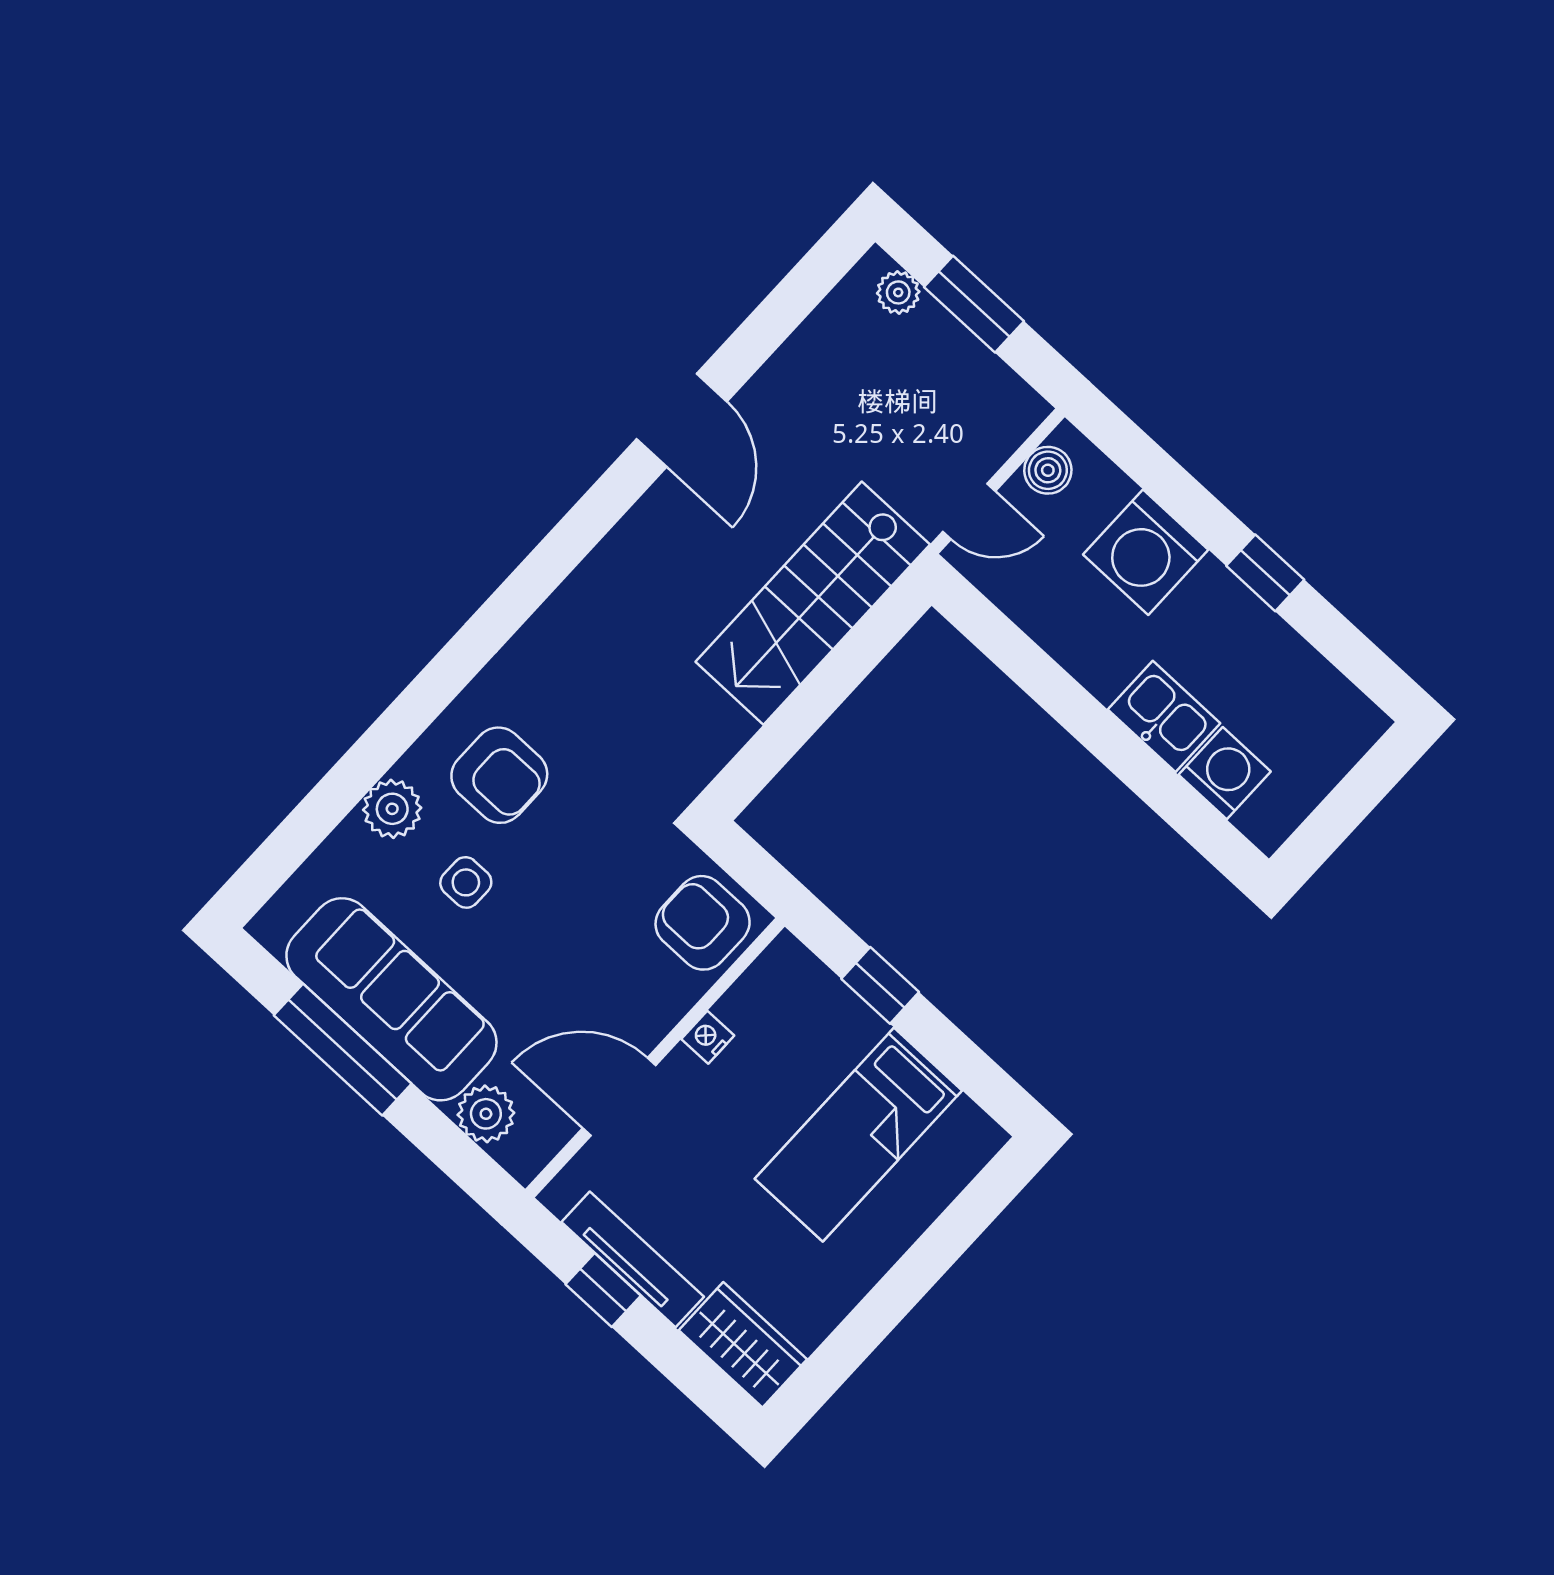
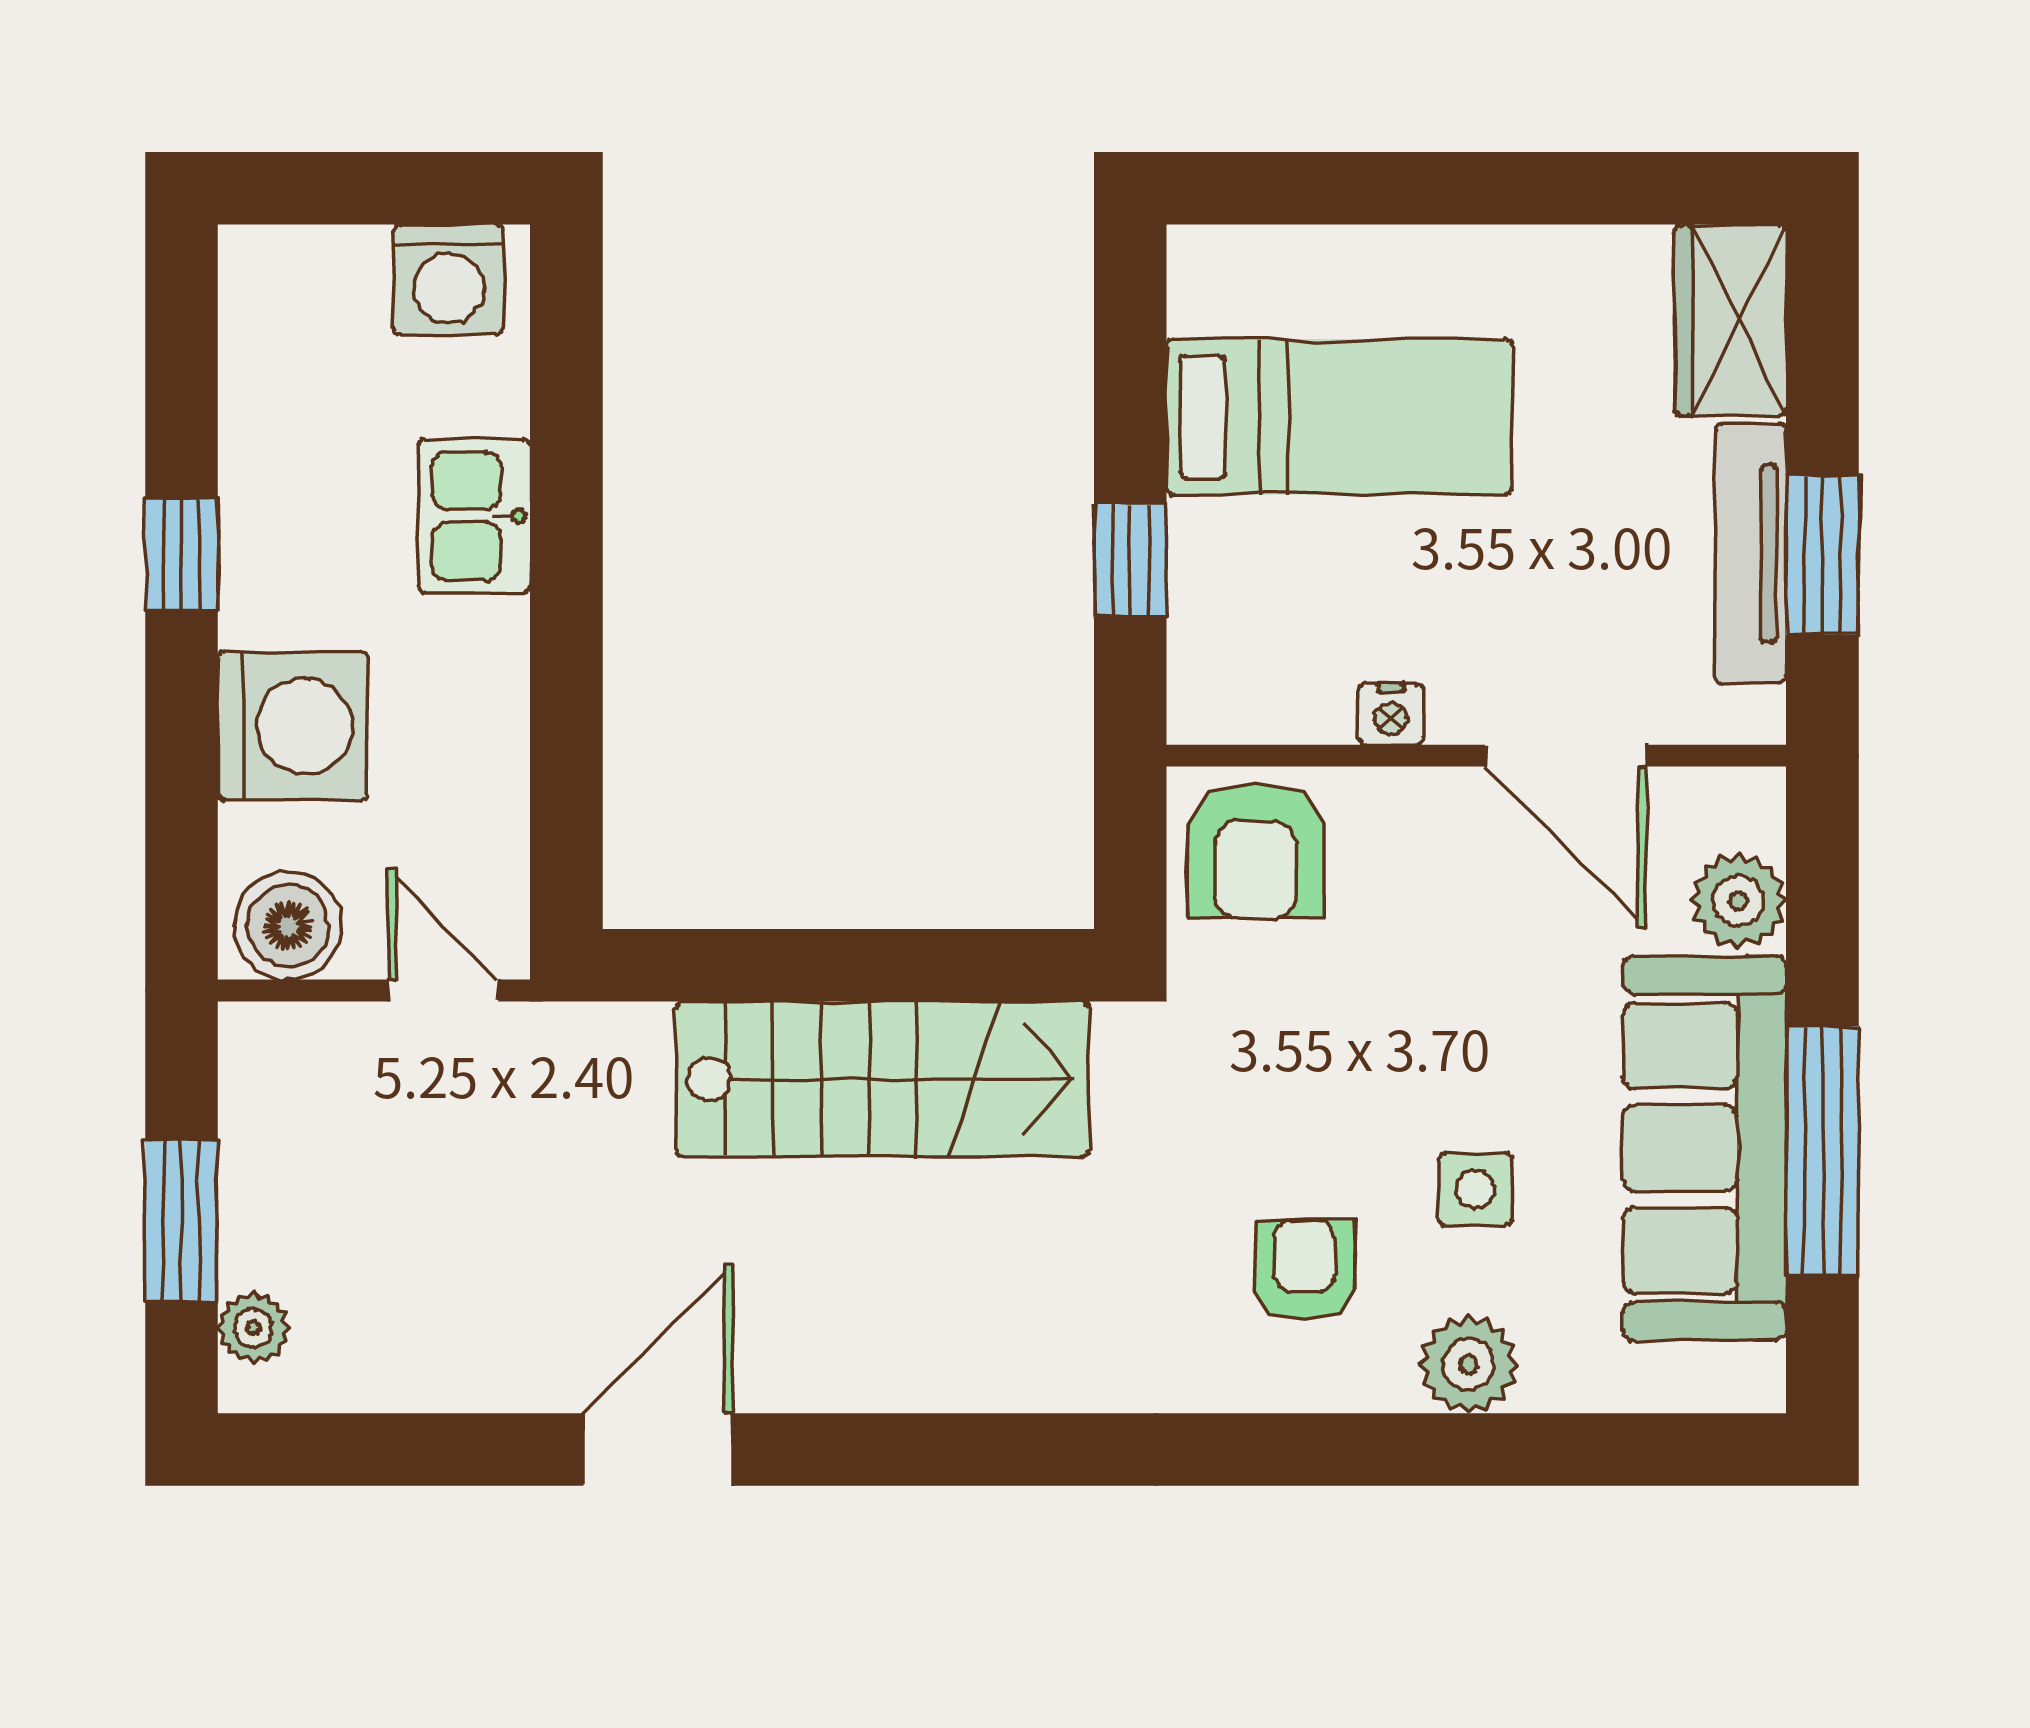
boiler: (1048, 470) -> (288, 926), width x1.36, depth x1.36
stairs: (813, 603) -> (882, 1079), moved
washing machine: (1225, 773) -> (449, 279), moved, turned -90
armchair: (499, 775) -> (1305, 1270), width x0.72, depth x0.72
window: (603, 1290) -> (1822, 555), width x1.50

